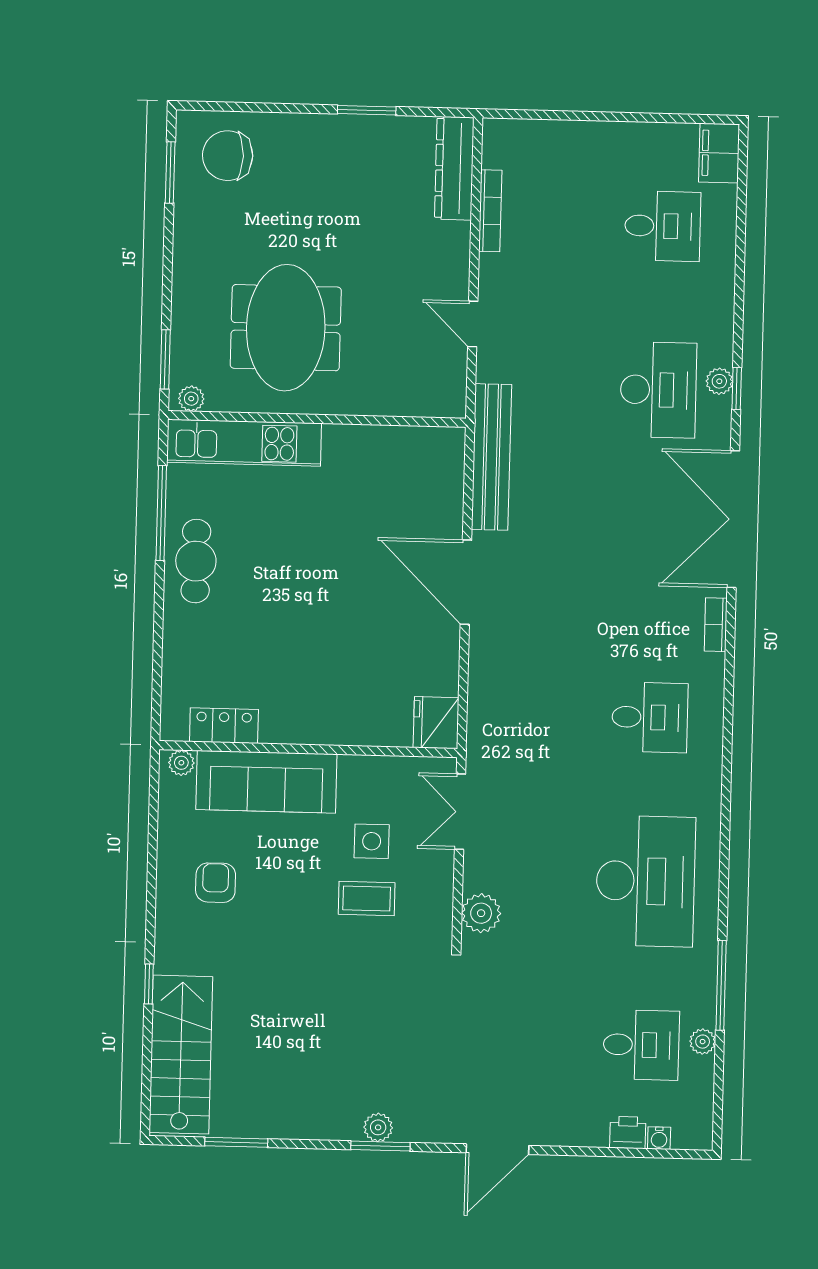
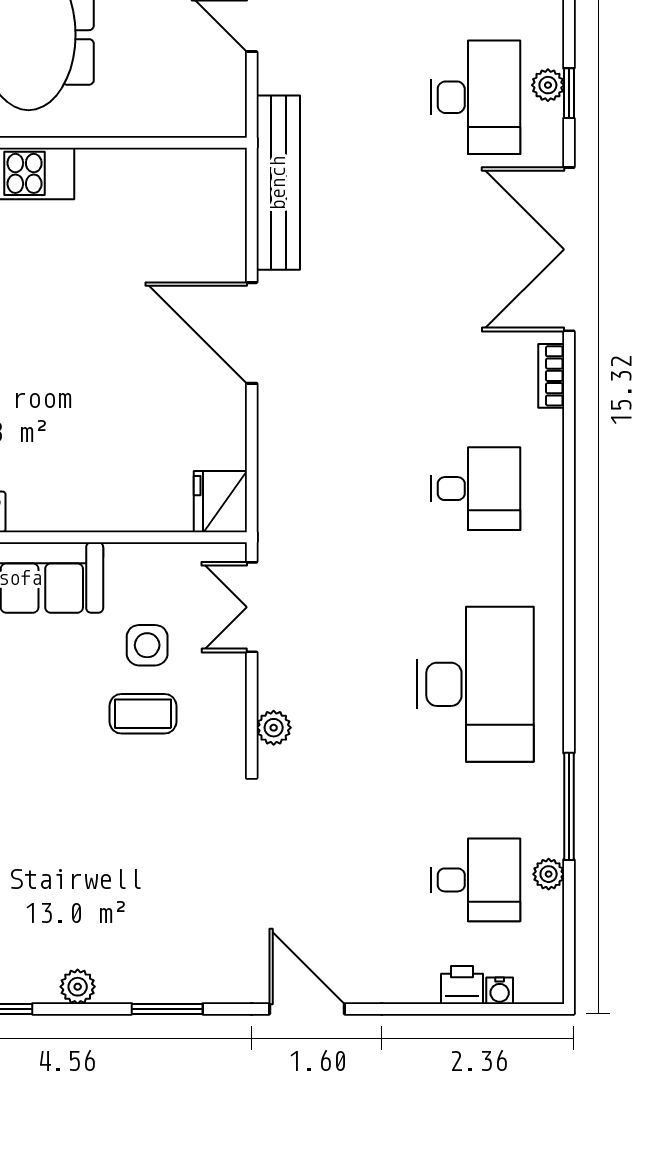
plant: (481, 913) -> (274, 728), width x0.73, depth x0.73
plant: (378, 1127) -> (78, 987), moved
door: (497, 1149) -> (307, 1009), swing flipped

